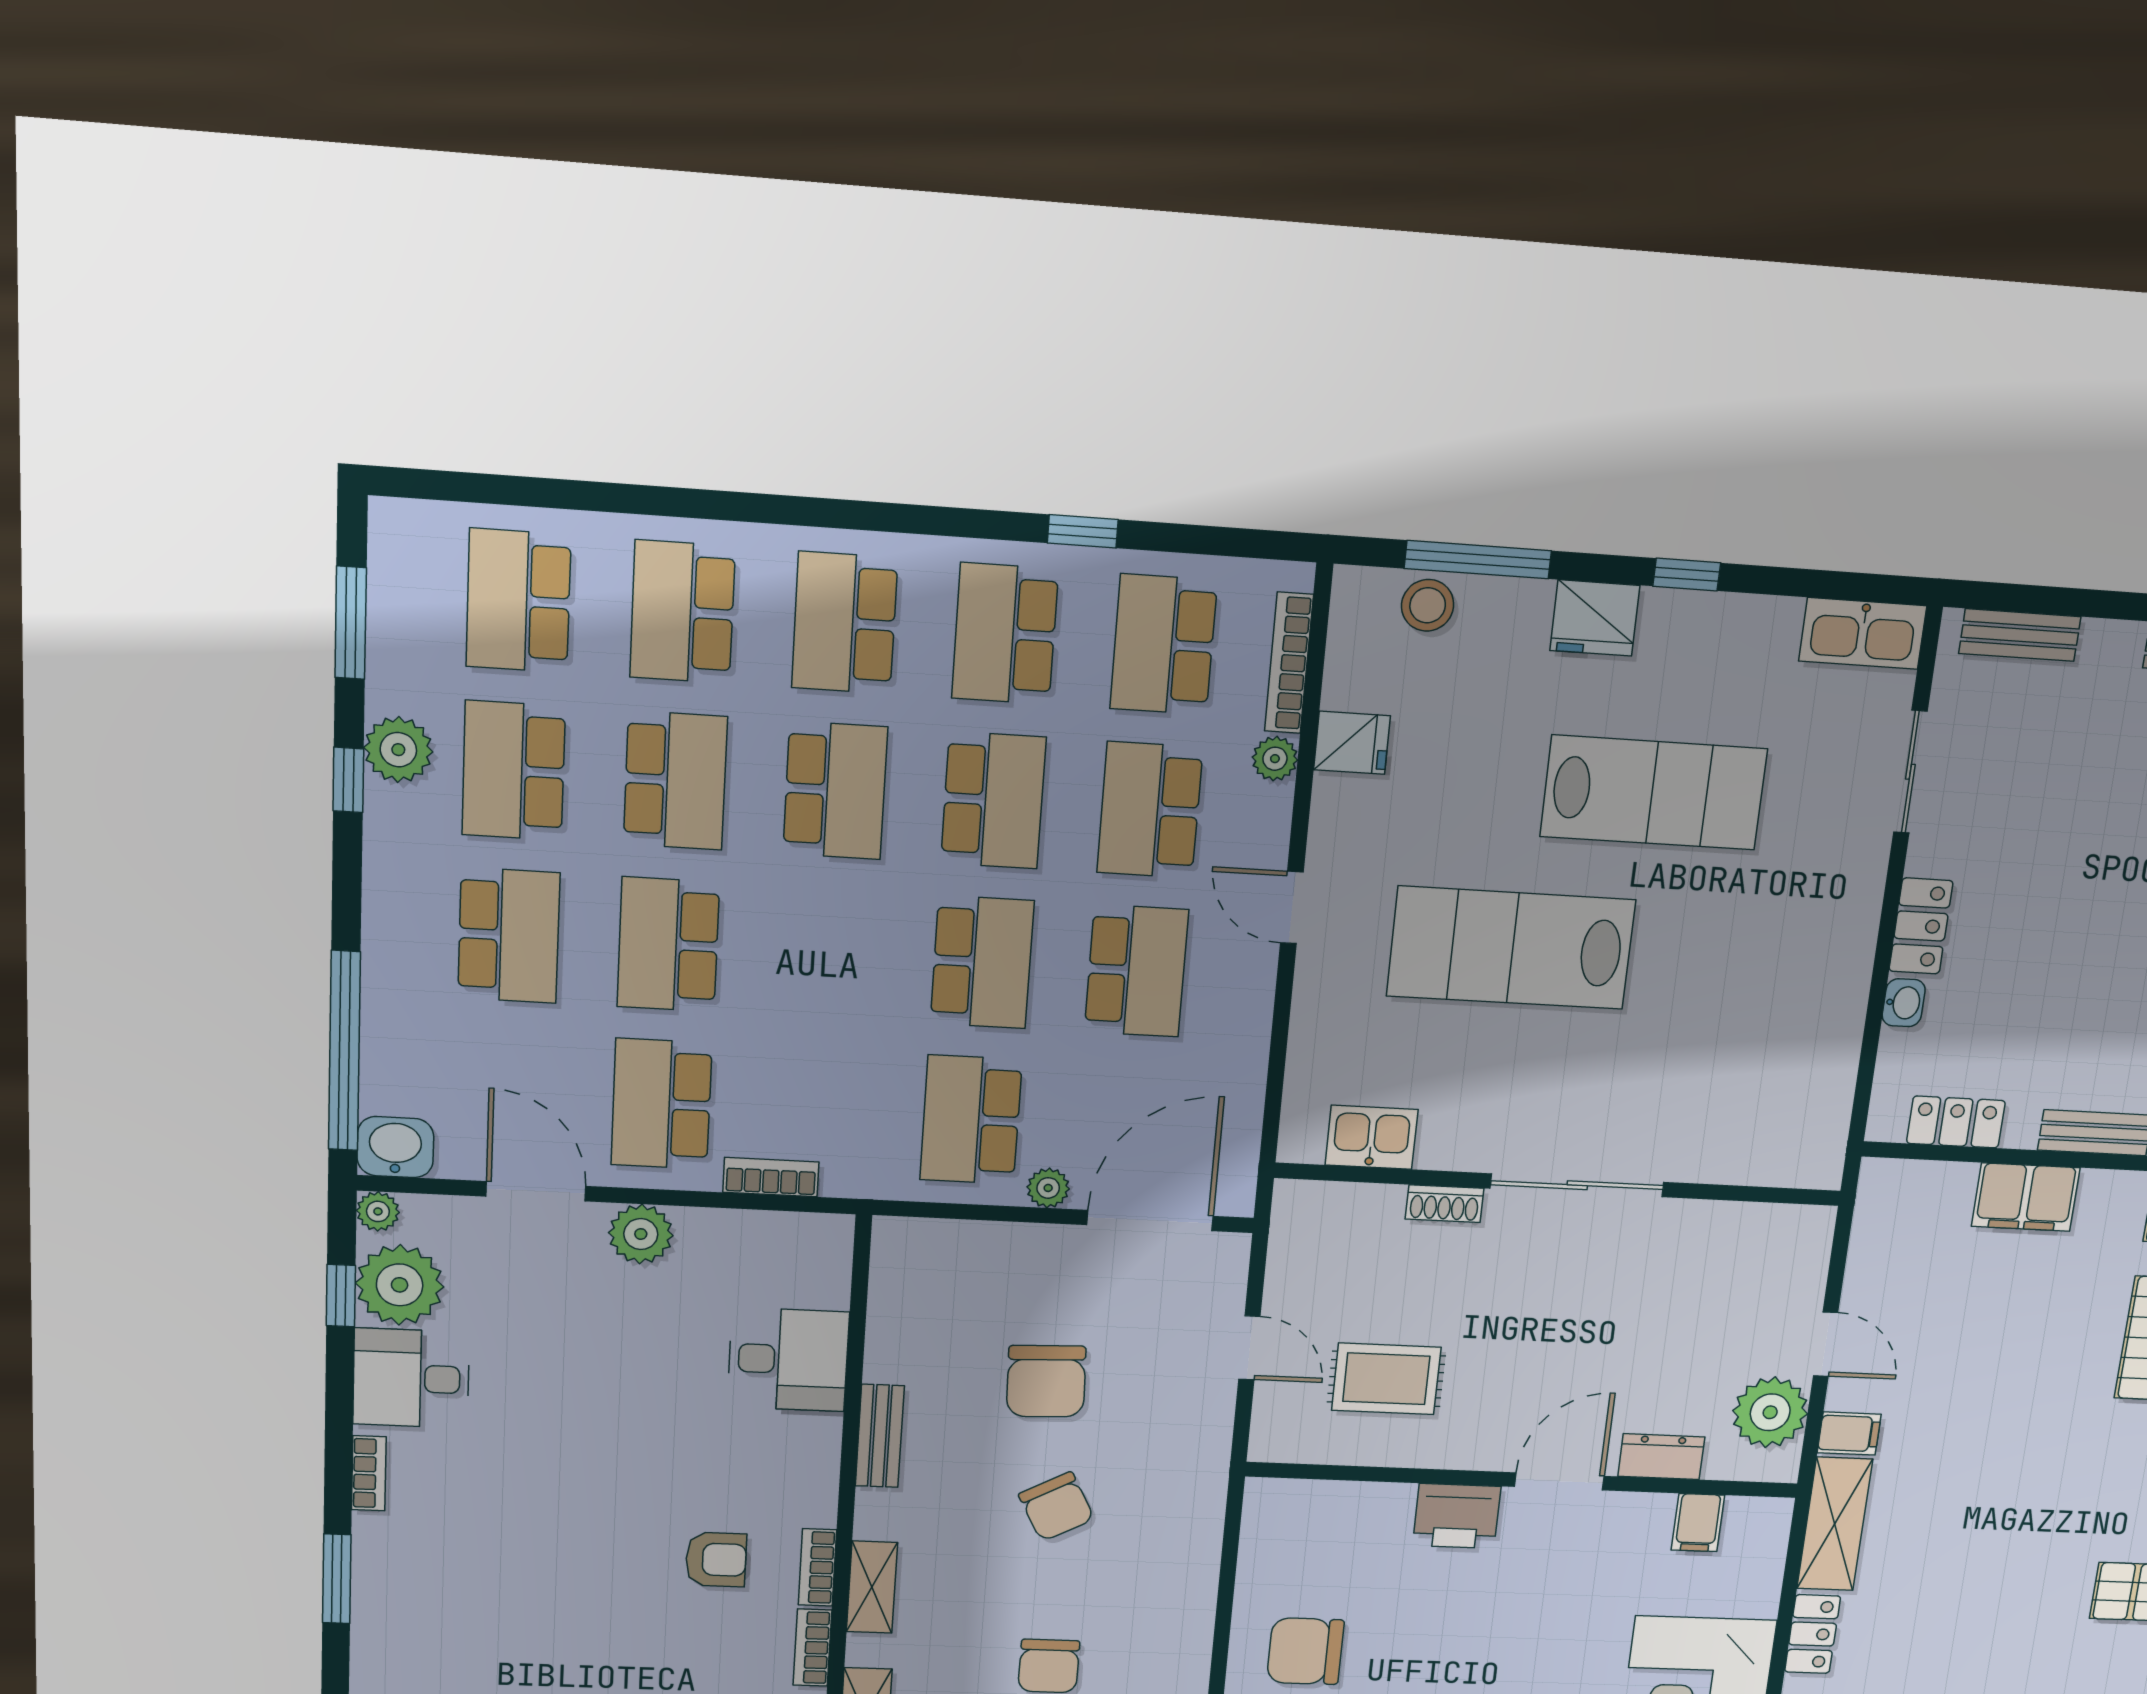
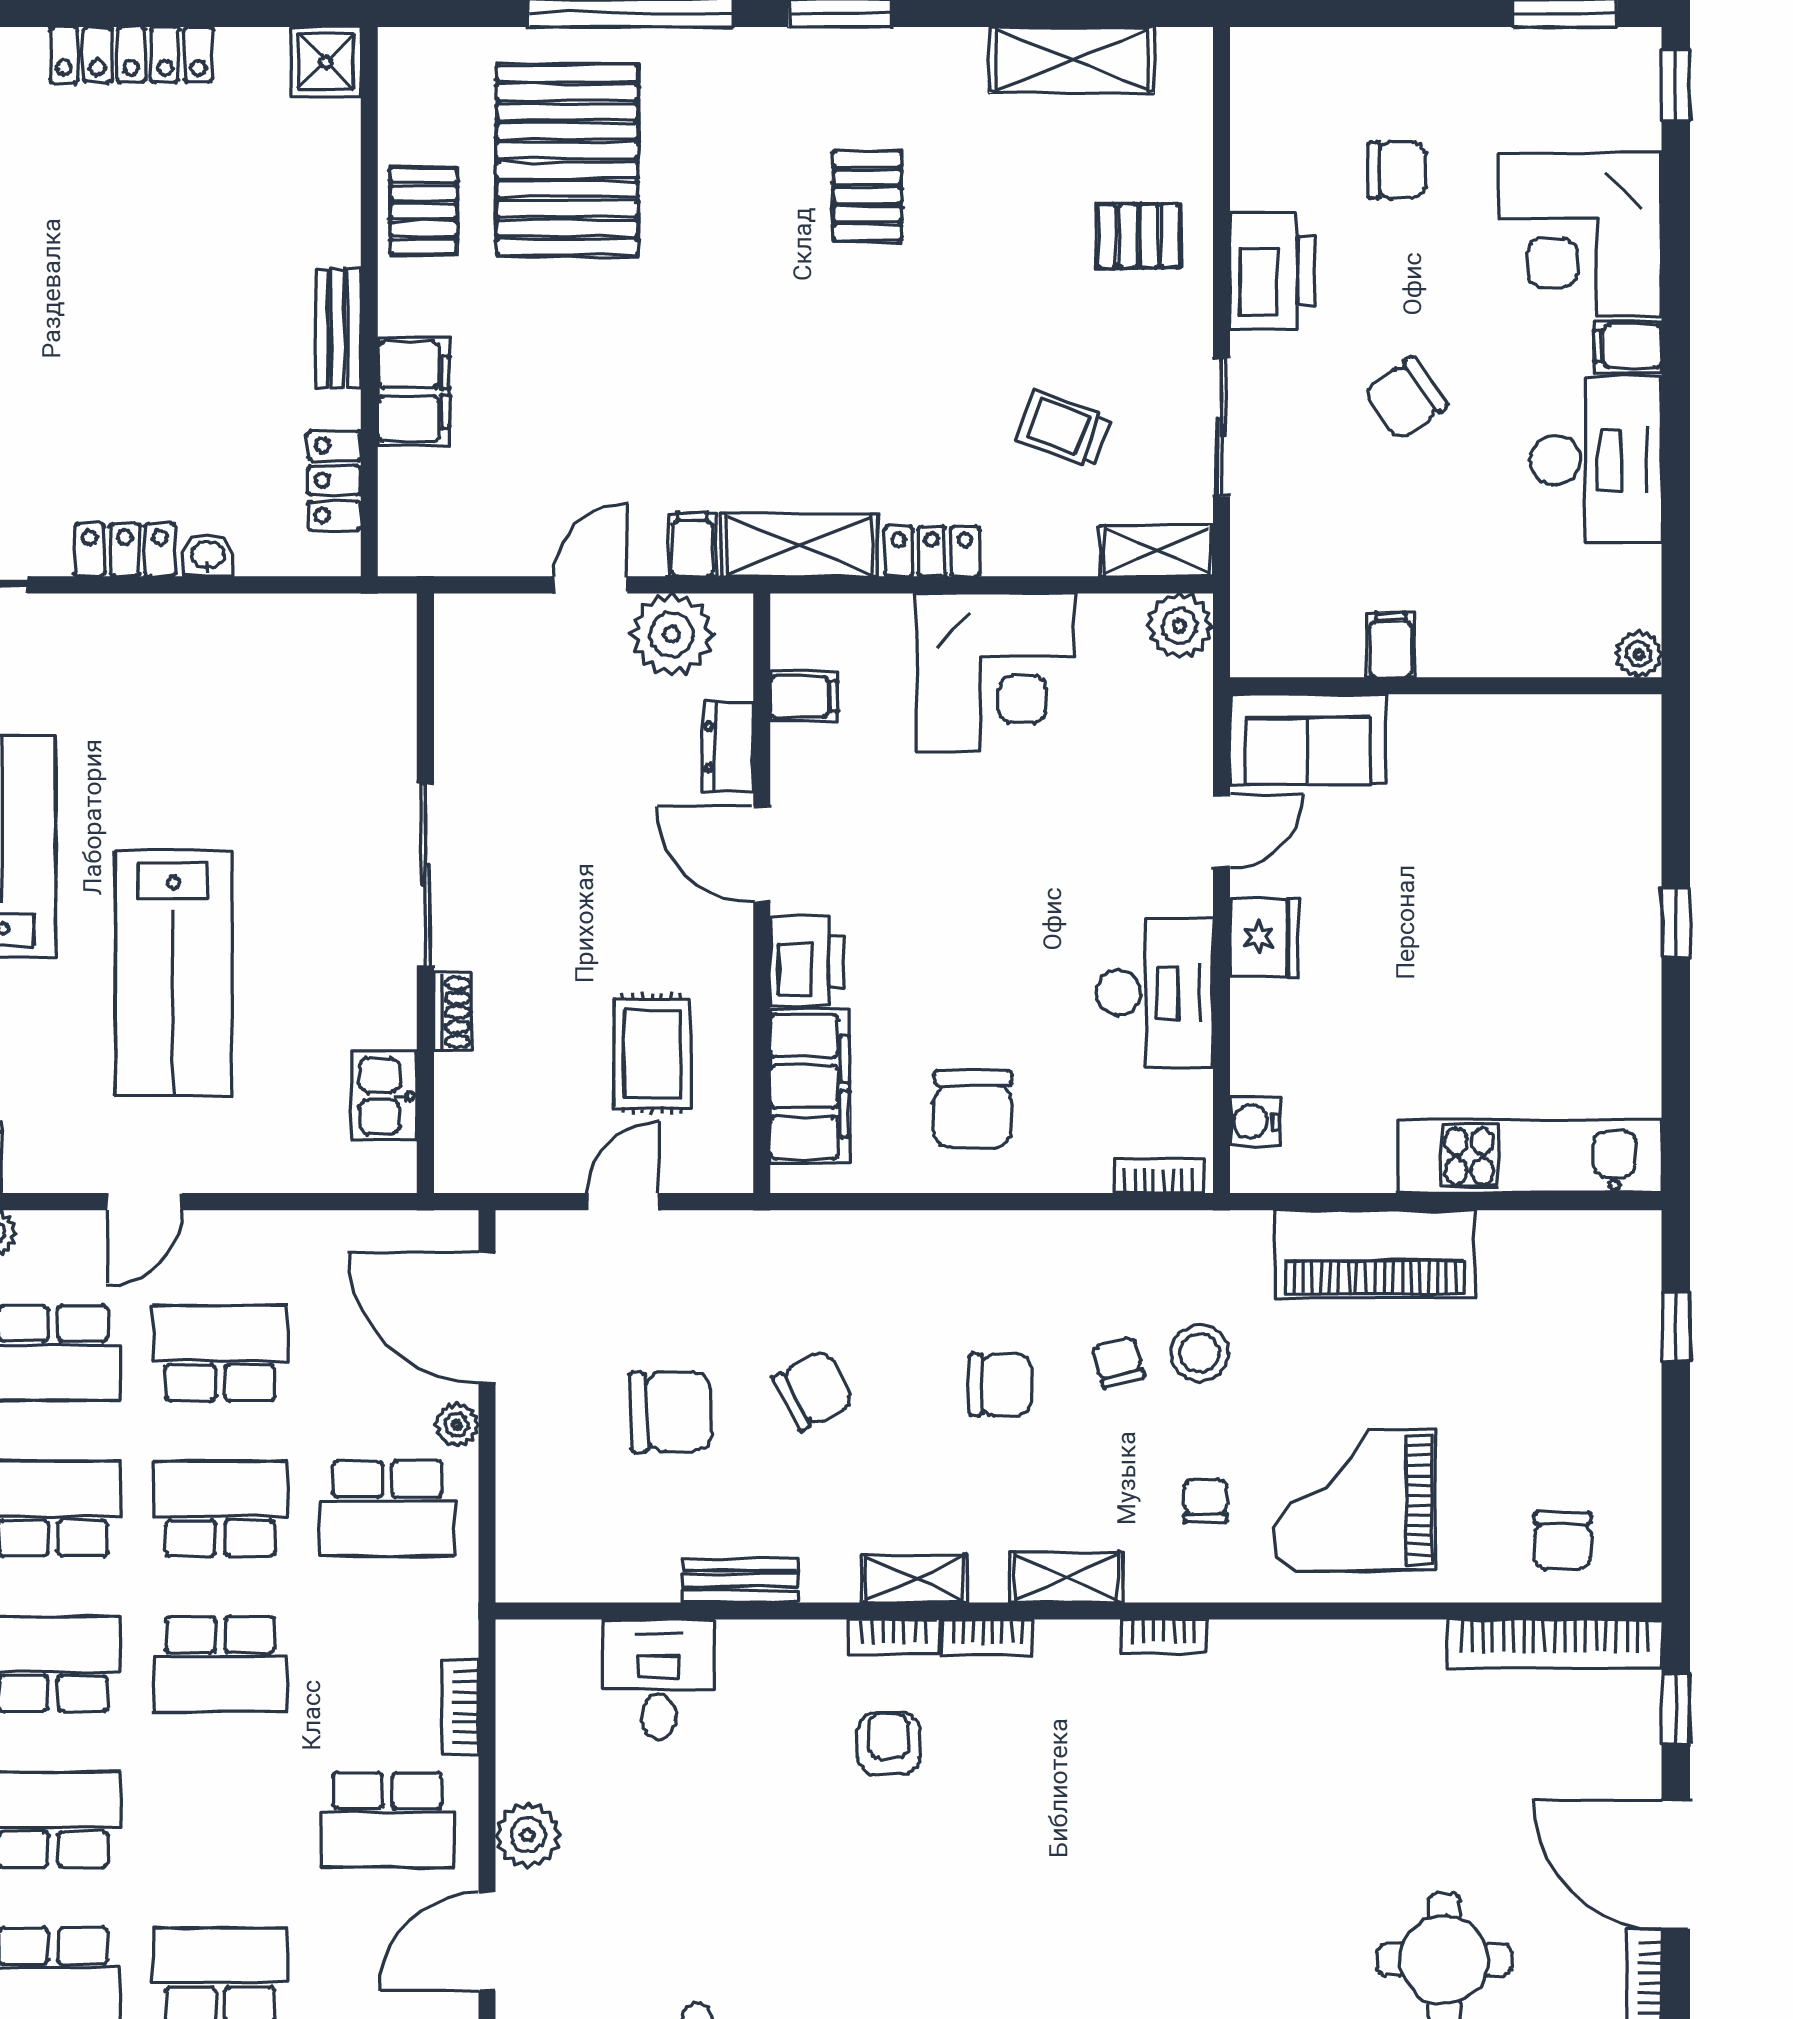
school desk: (668, 945) -> (220, 1664), moved
filing cabinet: (1341, 1514) -> (810, 1087), added

